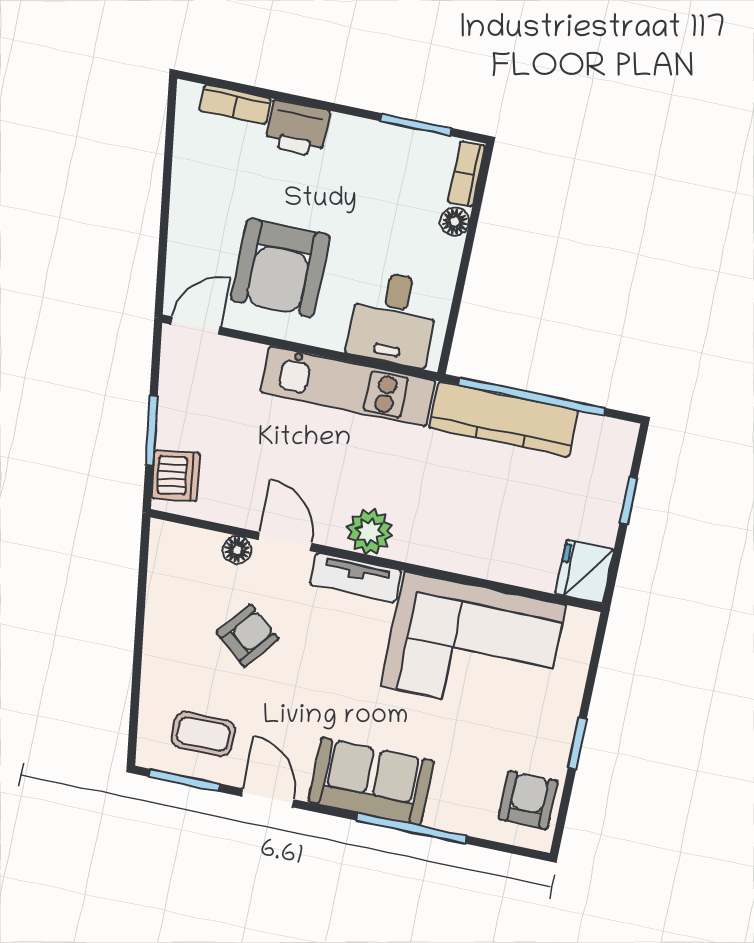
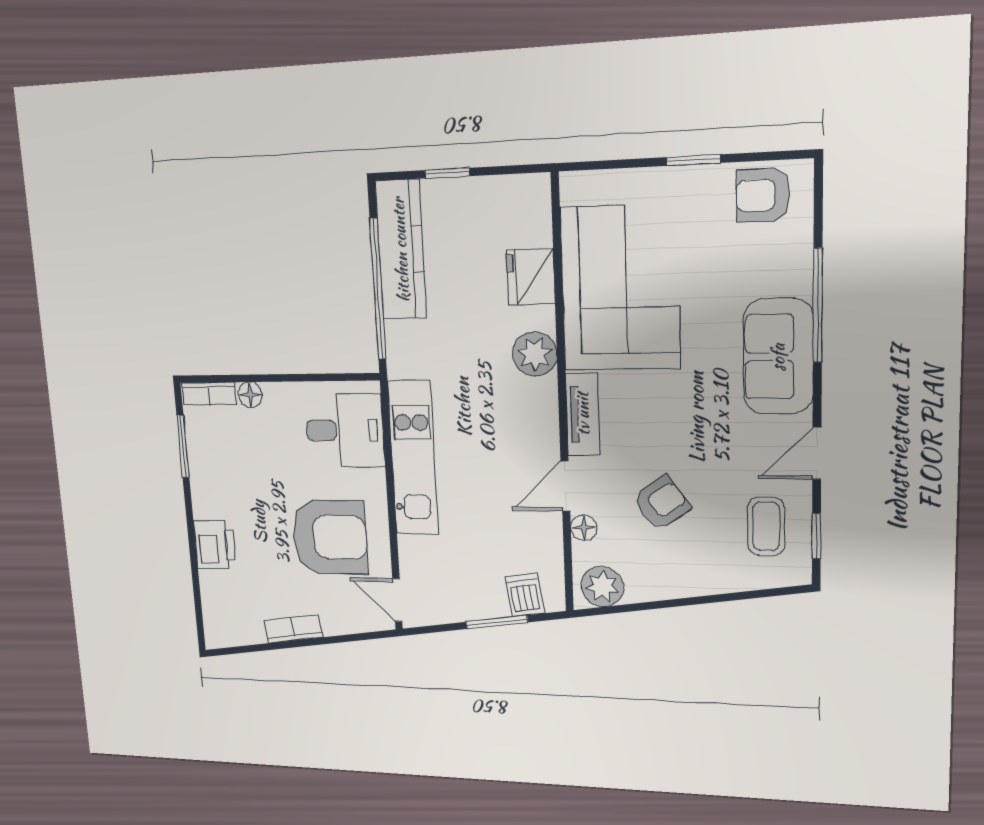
bookcase: (235, 105) -> (294, 629), moved, turned -98
kitchen counter: (504, 419) -> (401, 250), moved
dishwasher: (176, 476) -> (525, 595), width x0.73
plant: (370, 532) -> (535, 354), moved
plant: (170, 554) -> (602, 587), added
fridge: (585, 572) -> (531, 277), moved, turned 90
armchair: (248, 636) -> (661, 503), turned 106
window: (184, 780) -> (816, 536), width x0.67

